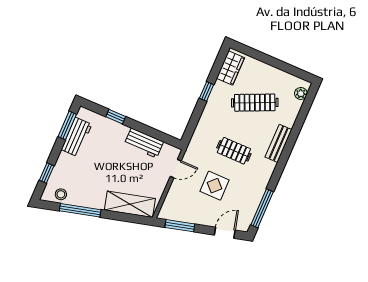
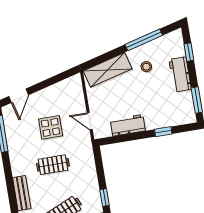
workbench: (77, 137) -> (180, 74), moved
door: (176, 169) -> (90, 121), hinge flipped
stool: (61, 194) -> (146, 67), moved
window: (180, 226) -> (58, 78), removed

